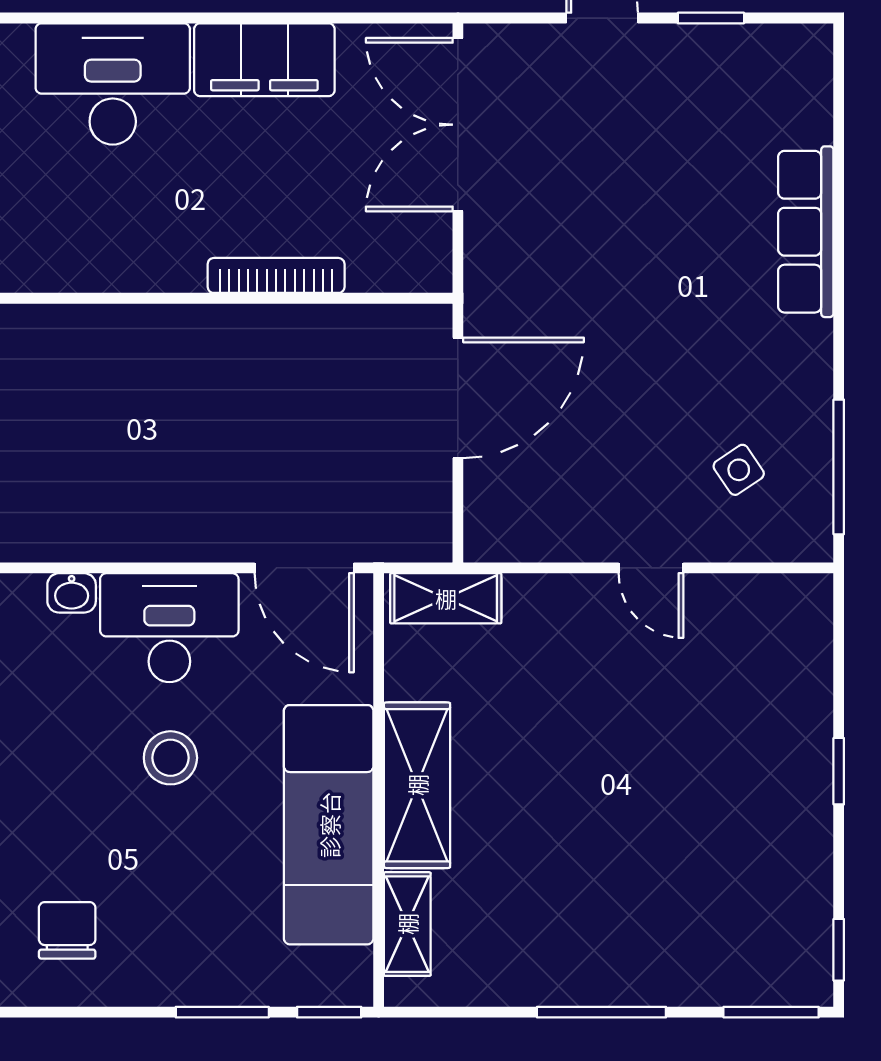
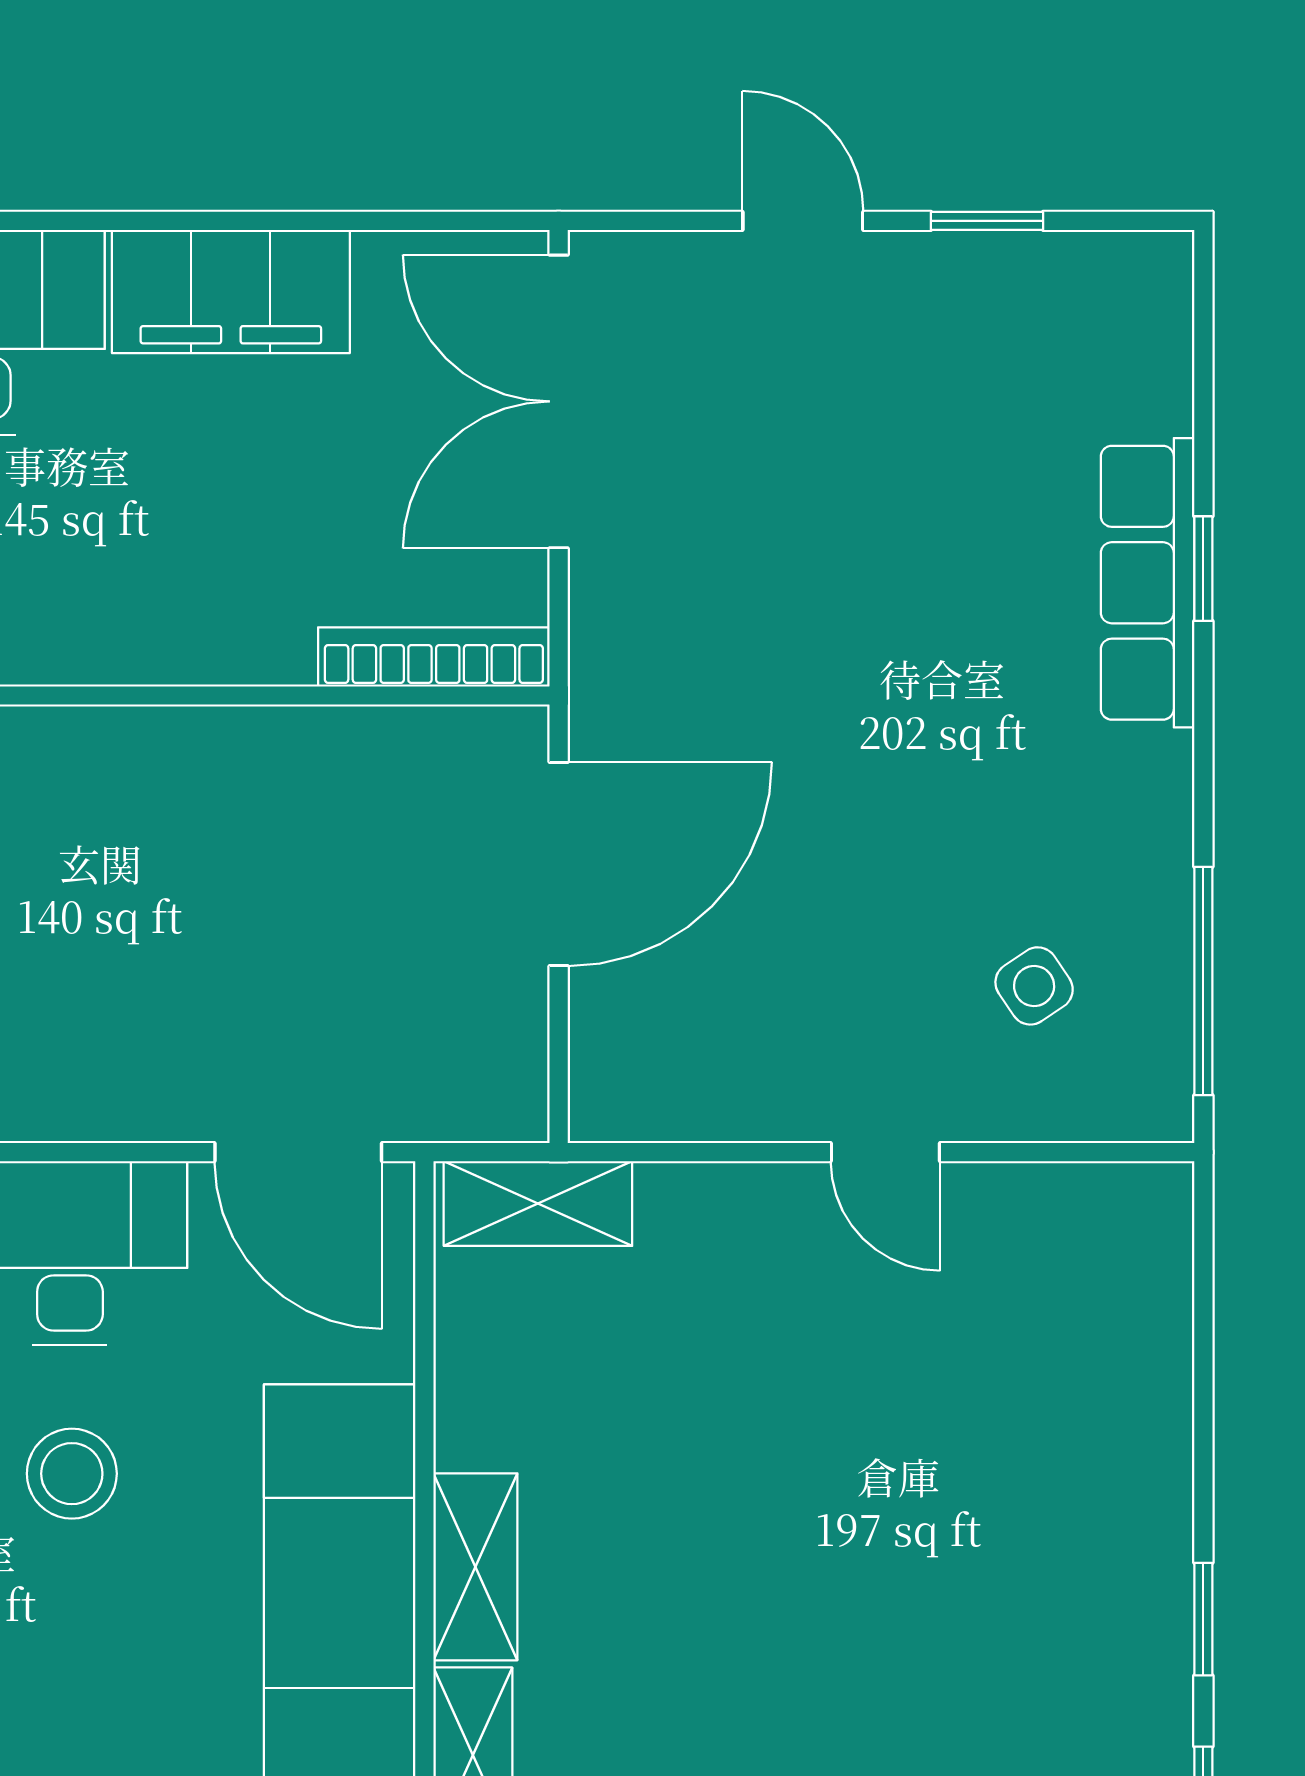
window: (839, 223) -> (1203, 569), added
bookcase: (276, 275) -> (434, 657), moved
window: (839, 771) -> (1203, 1619), moved
shelving: (417, 785) -> (475, 1567), width x0.67, depth x0.75

